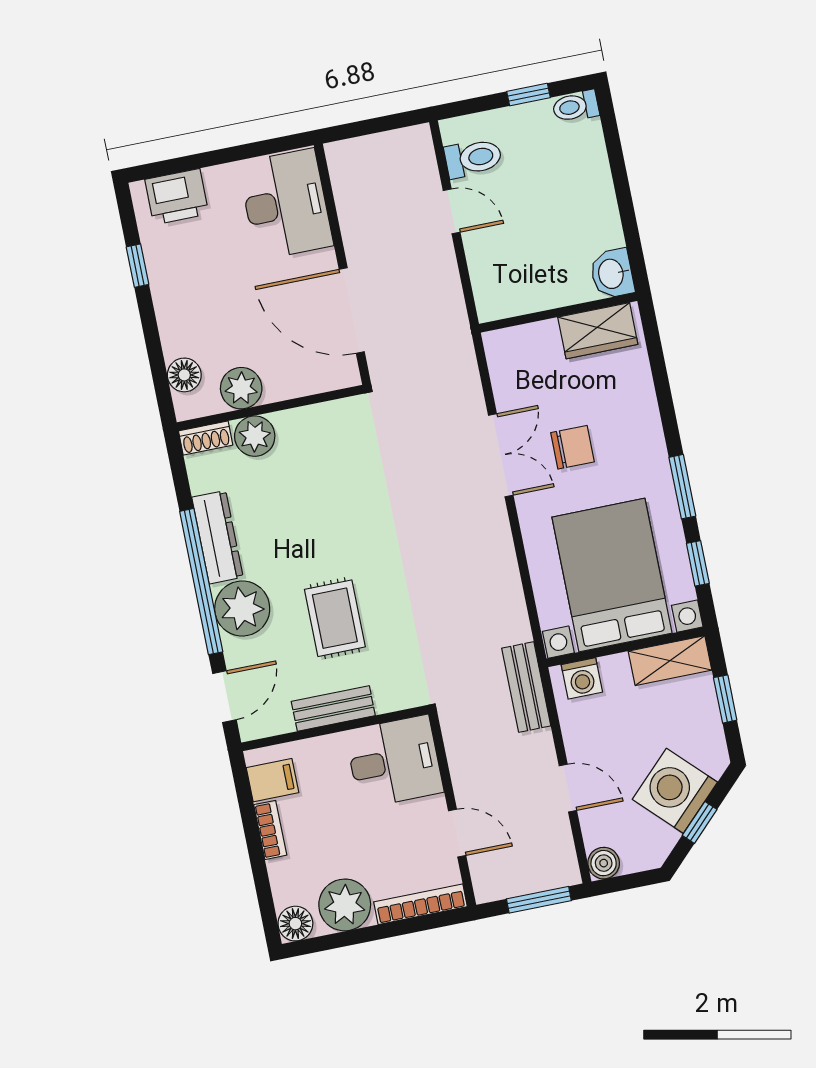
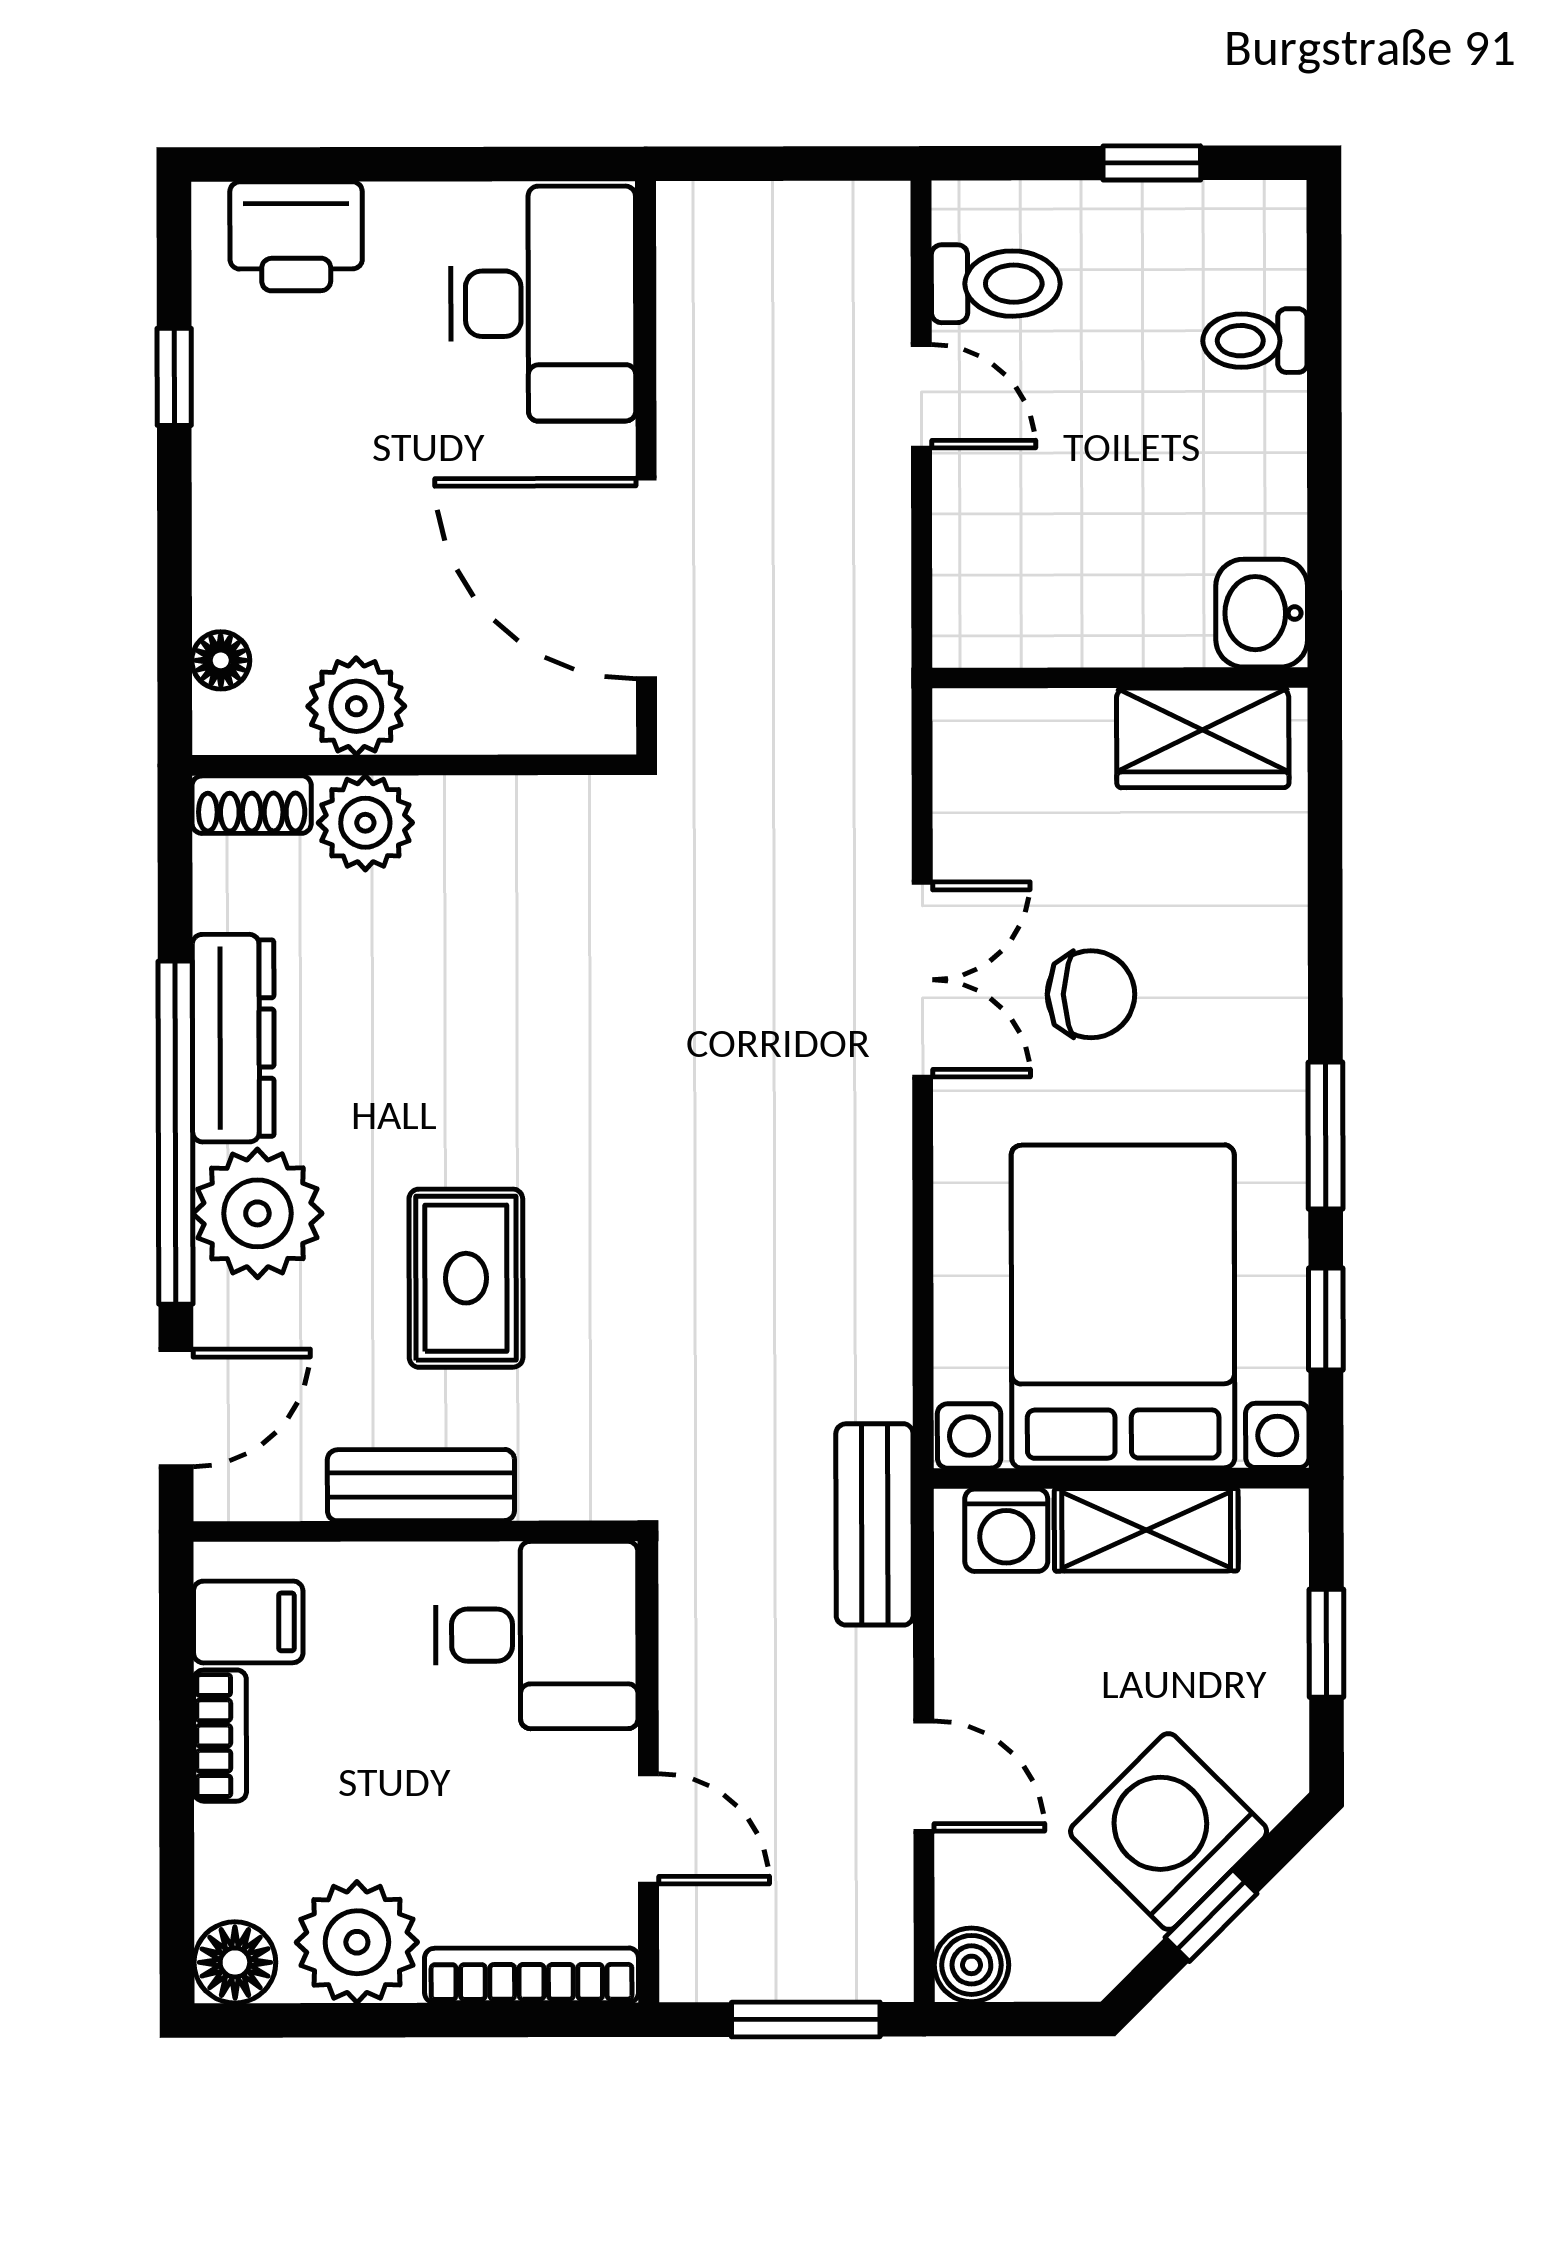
toilet: (576, 106) -> (1255, 341), moved
floor lamp: (184, 375) -> (221, 660), width x0.73, depth x0.73
shelving: (670, 661) -> (1146, 1530), moved

